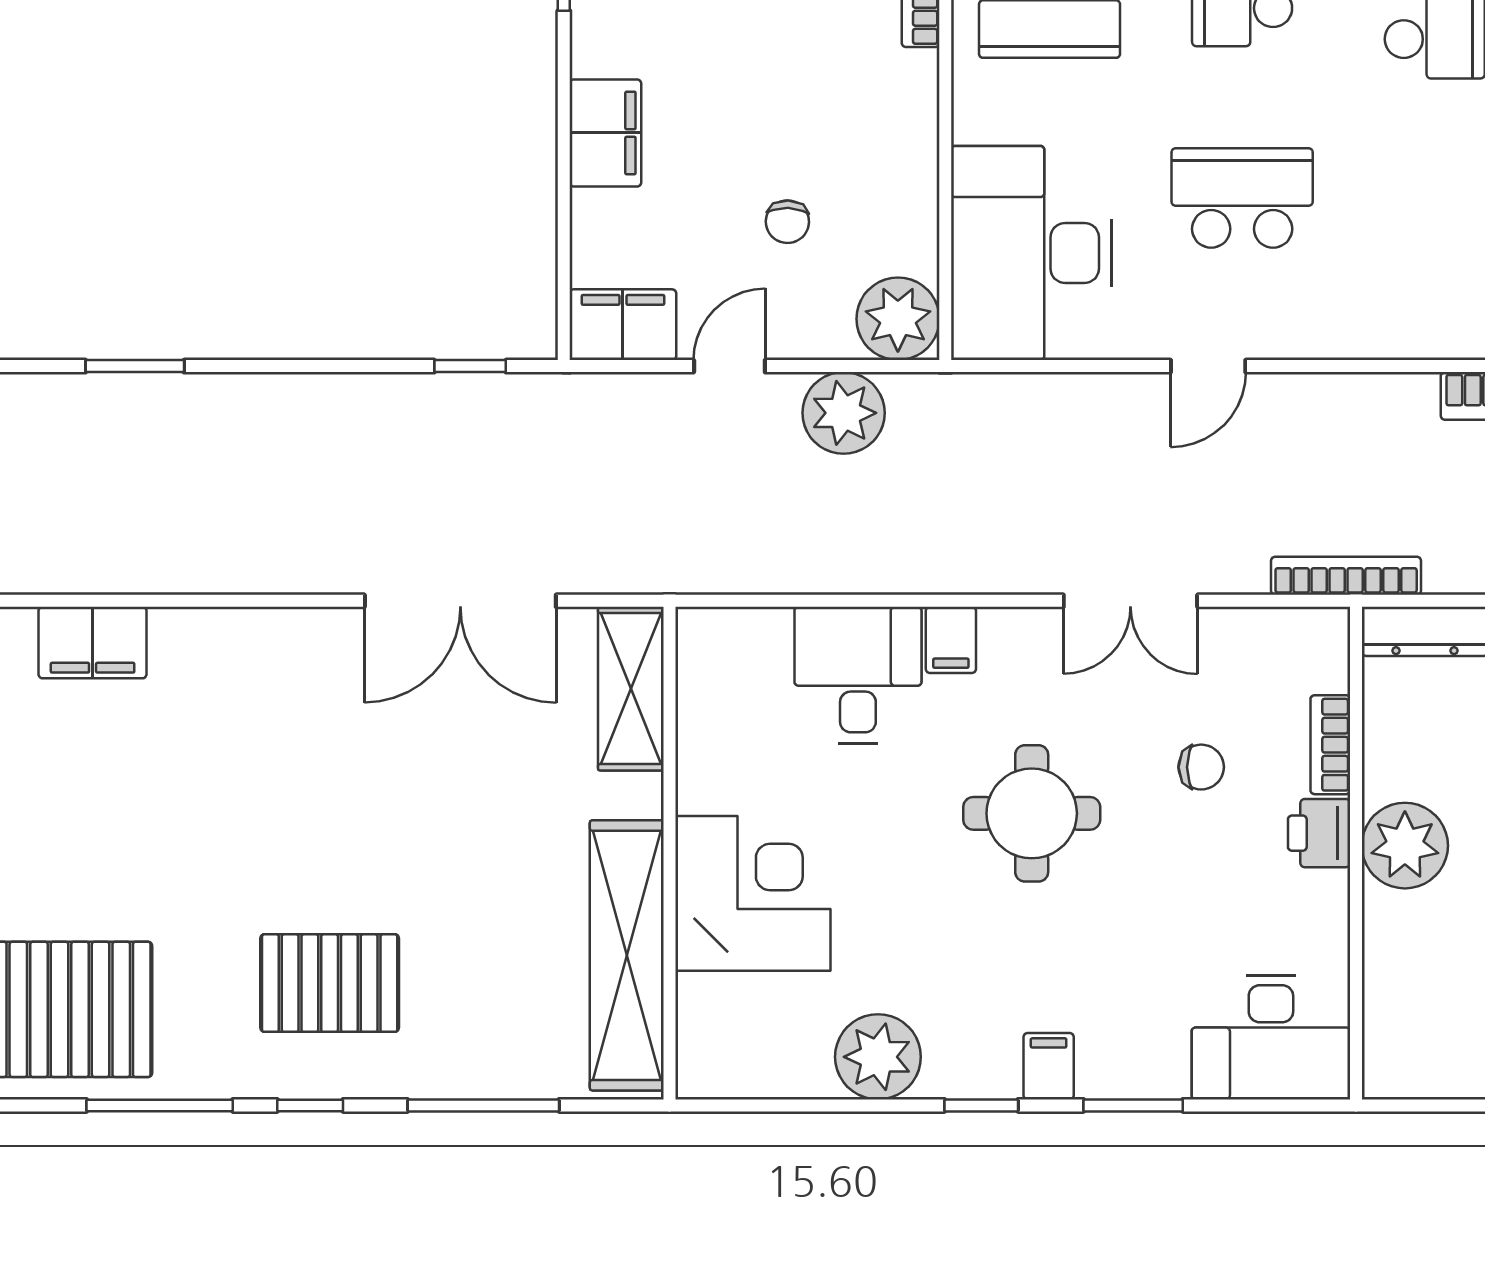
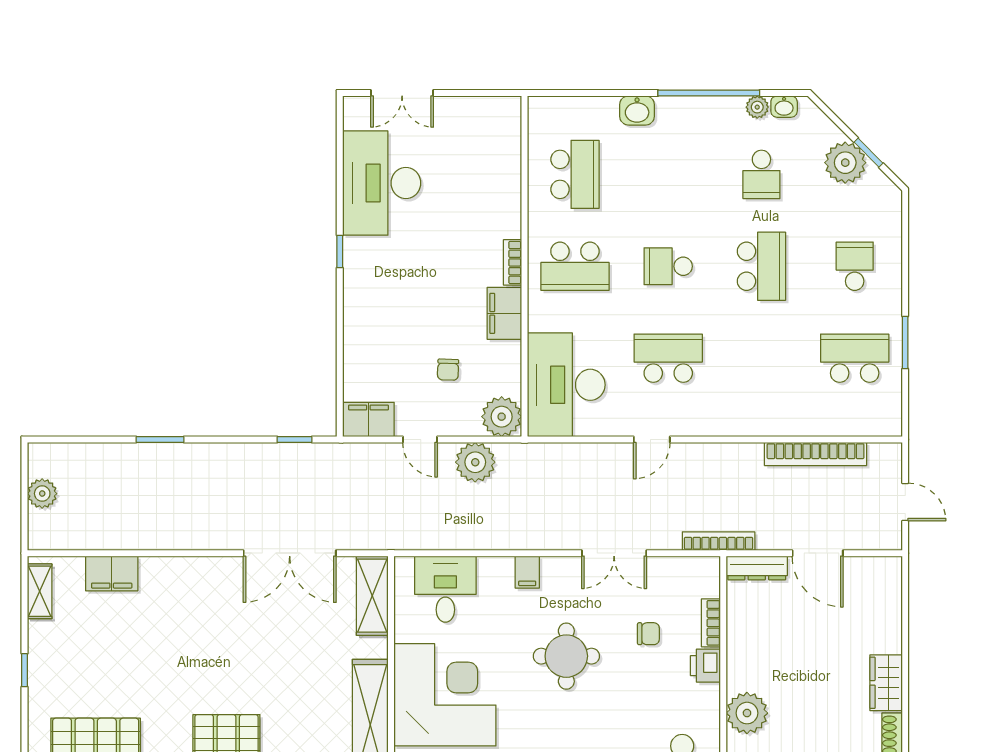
filing cabinet: (605, 133) -> (504, 313), moved, turned 180
window: (135, 366) -> (160, 440), moved
door: (729, 366) -> (420, 440), swing flipped
desk: (858, 675) -> (445, 589), moved
plant: (1405, 846) -> (747, 713), moved
corner desk: (753, 893) -> (445, 695), width x1.36, depth x1.36

